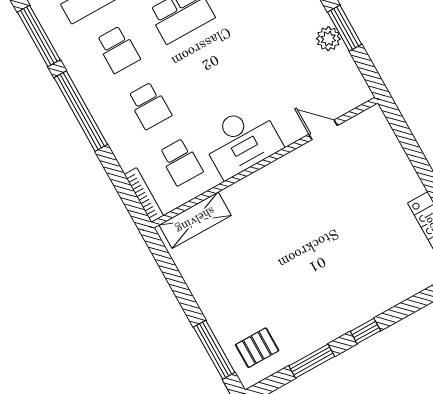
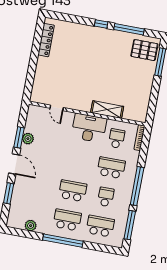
school desk: (149, 106) -> (111, 168), width x1.85
shelving: (195, 220) -> (107, 110), moved
pallet: (257, 348) -> (144, 50), width x1.50, depth x1.42
window: (312, 361) -> (129, 29), width x1.44

